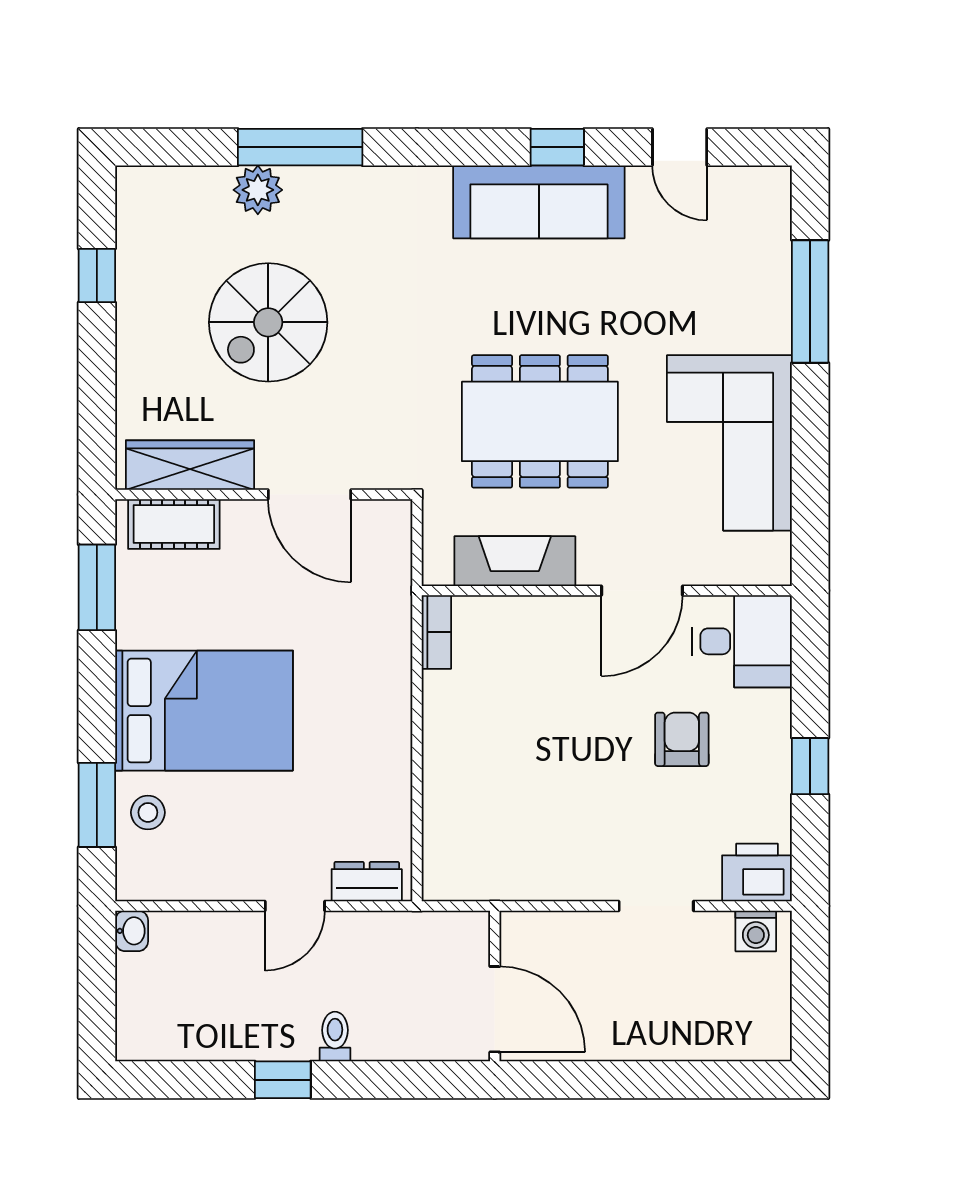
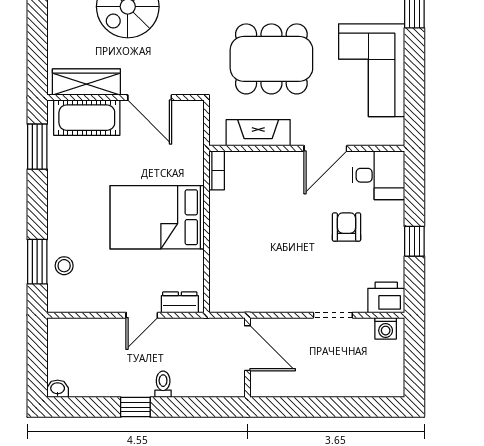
cot: (174, 524) -> (87, 118), width x1.37, depth x1.34
bed: (204, 711) -> (157, 217), moved, turned 180
washbasin: (132, 931) -> (58, 389), moved, turned -90
door: (495, 1009) -> (248, 348), moved

